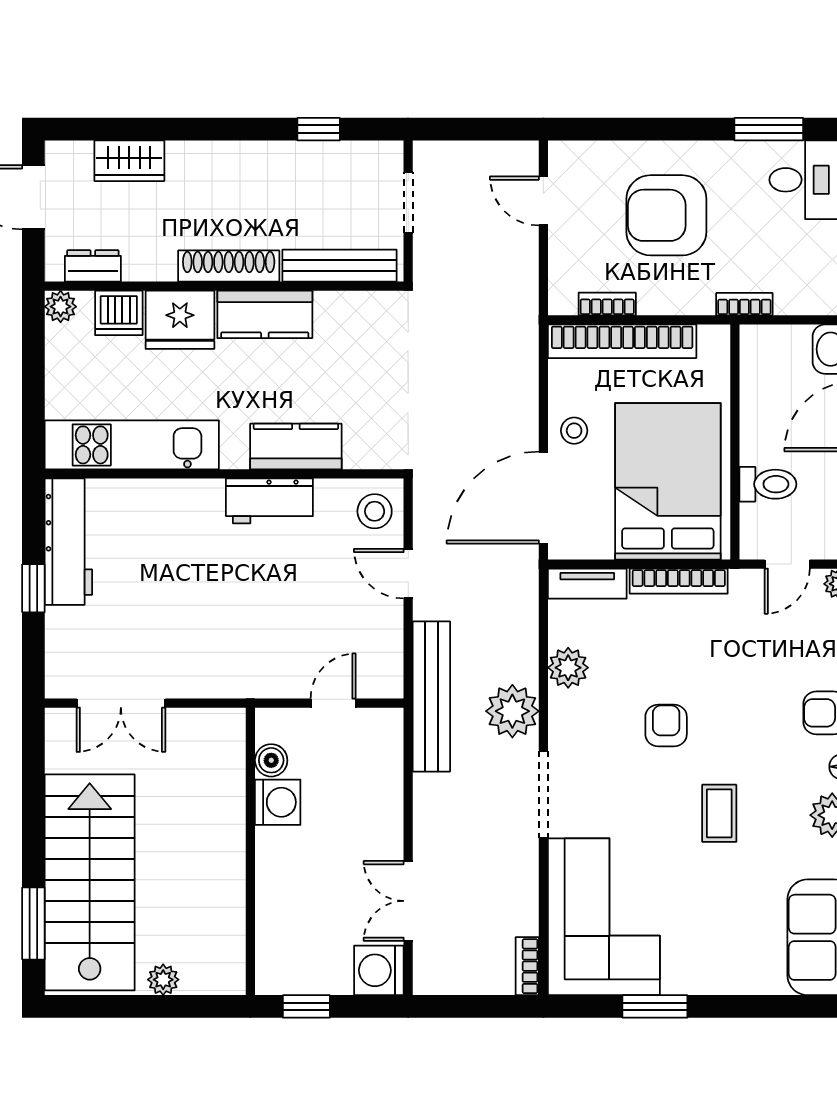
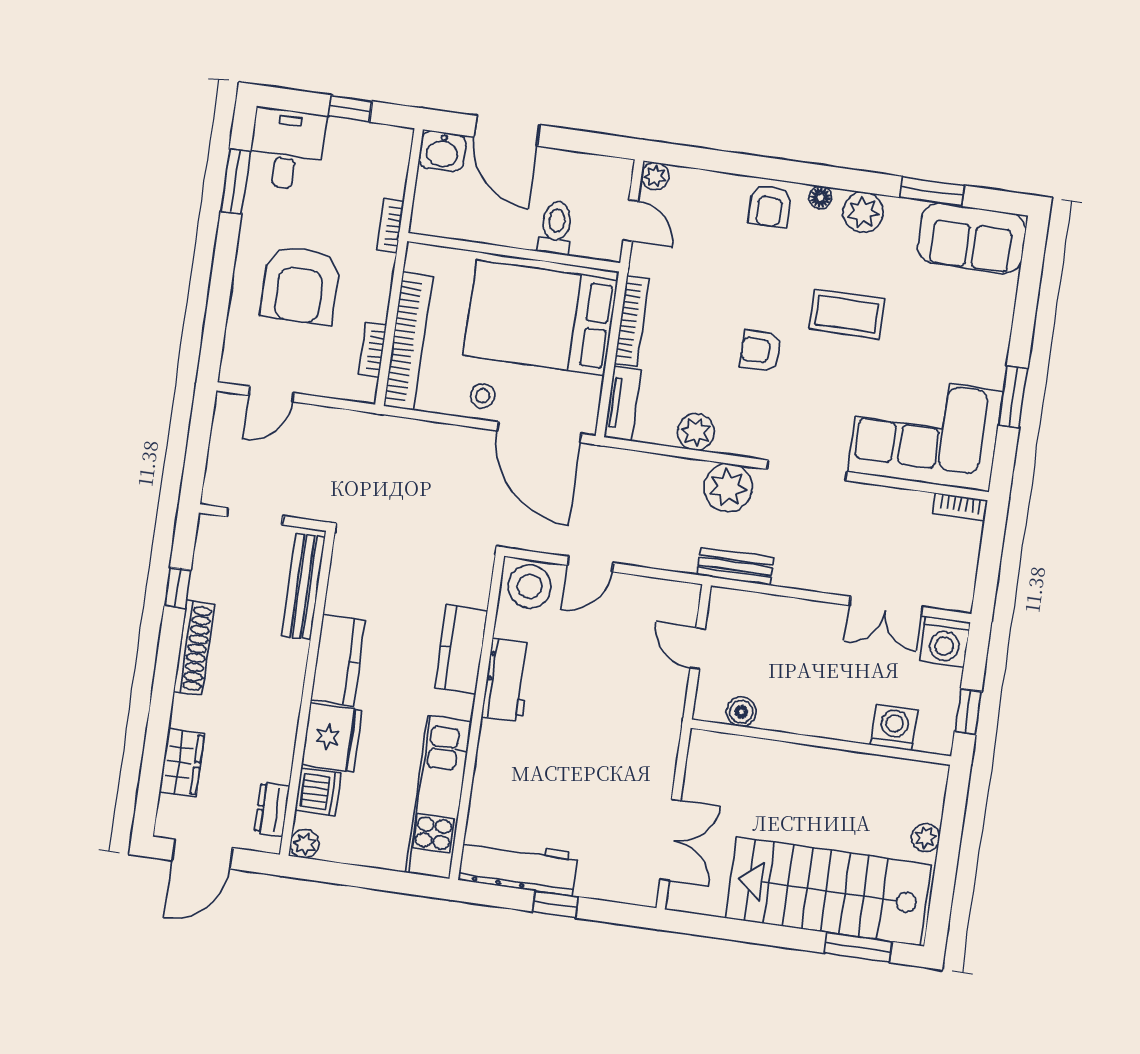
shoe rack: (229, 266) -> (194, 648), moved, turned 180
stool: (375, 511) -> (530, 586), width x1.38, depth x1.38
bench: (431, 696) -> (735, 566), width x0.54, depth x0.82
washing machine: (278, 802) -> (894, 728), moved
coffee table: (719, 813) -> (847, 314), width x1.36, depth x1.30

